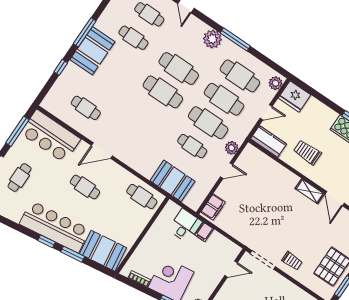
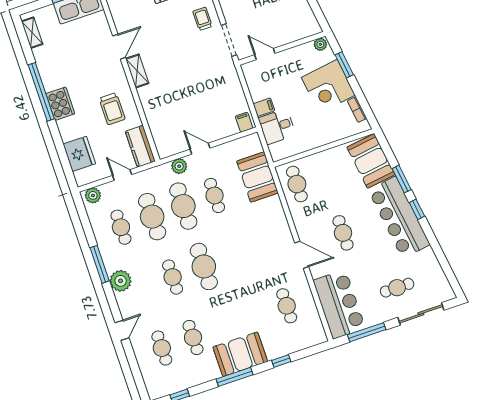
cafe table: (179, 69) -> (173, 277), width x0.73, depth x0.74
cafe table: (240, 76) -> (121, 227), width x0.73, depth x0.74
fridge: (294, 96) -> (79, 154), moved
filing cabinet: (213, 207) -> (244, 122), width x0.50

